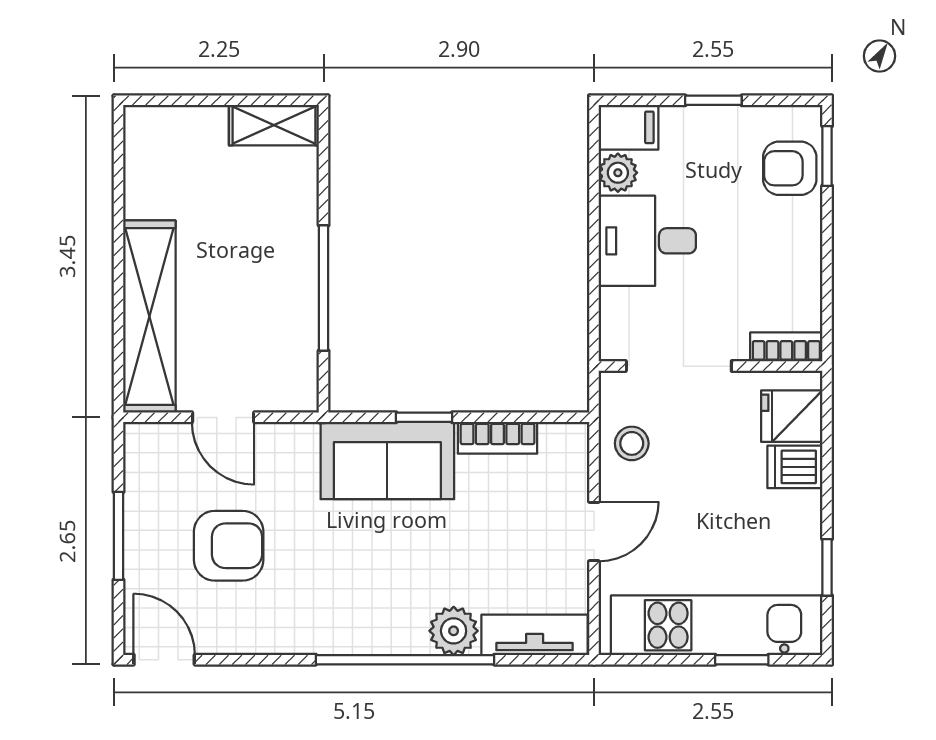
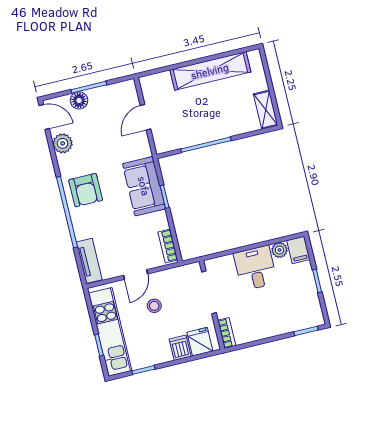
armchair: (790, 168) -> (298, 317), removed
shelving: (149, 317) -> (210, 71), moved
bookcase: (498, 438) -> (168, 246), moved
stool: (632, 443) -> (154, 306), moved
door: (594, 531) -> (136, 275), hinge flipped
armchair: (229, 546) -> (86, 190), moved
floor lamp: (145, 567) -> (79, 100), added
plant: (454, 631) -> (63, 143), moved
door: (164, 660) -> (44, 117), hinge flipped

